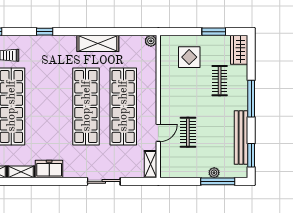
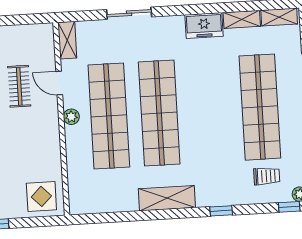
plant: (151, 41) -> (71, 117), moved
shelving: (98, 43) -> (167, 198), moved
display table: (189, 57) -> (41, 196), moved
door: (158, 133) -> (59, 83), hinge flipped

